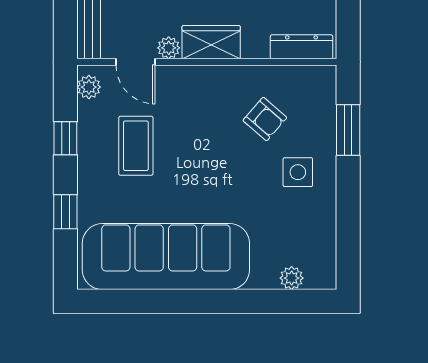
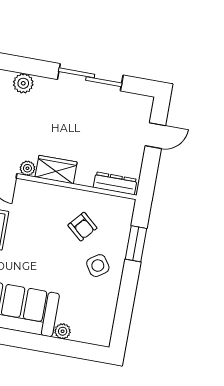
side table: (298, 172) -> (98, 266), turned -34
plant: (292, 278) -> (63, 331), moved

